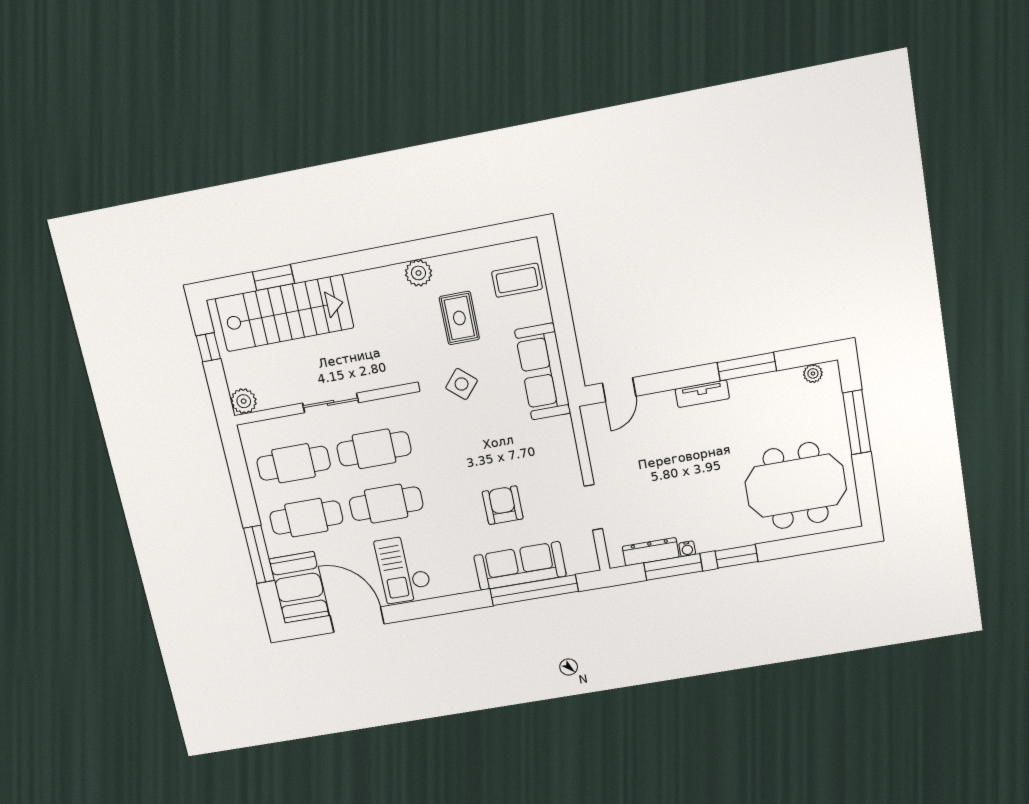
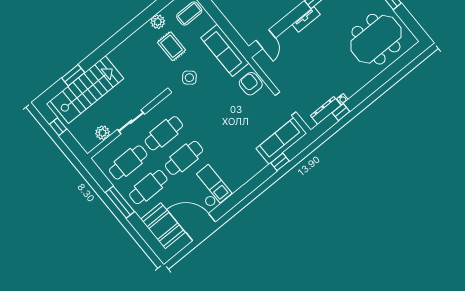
plant: (418, 273) -> (158, 22), moved
plant: (244, 401) -> (102, 133), moved
armchair: (503, 505) -> (251, 84), moved
window: (259, 554) -> (120, 202), moved
window: (737, 556) -> (368, 90), removed
sofa: (520, 566) -> (281, 141), moved
window: (673, 567) -> (341, 112), width x0.46
checkout: (403, 569) -> (210, 187), turned 180
window: (534, 590) -> (280, 162), width x0.32

